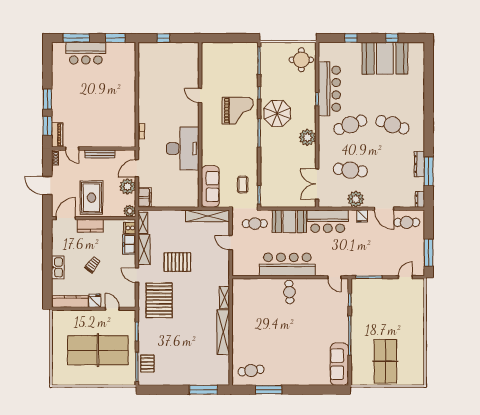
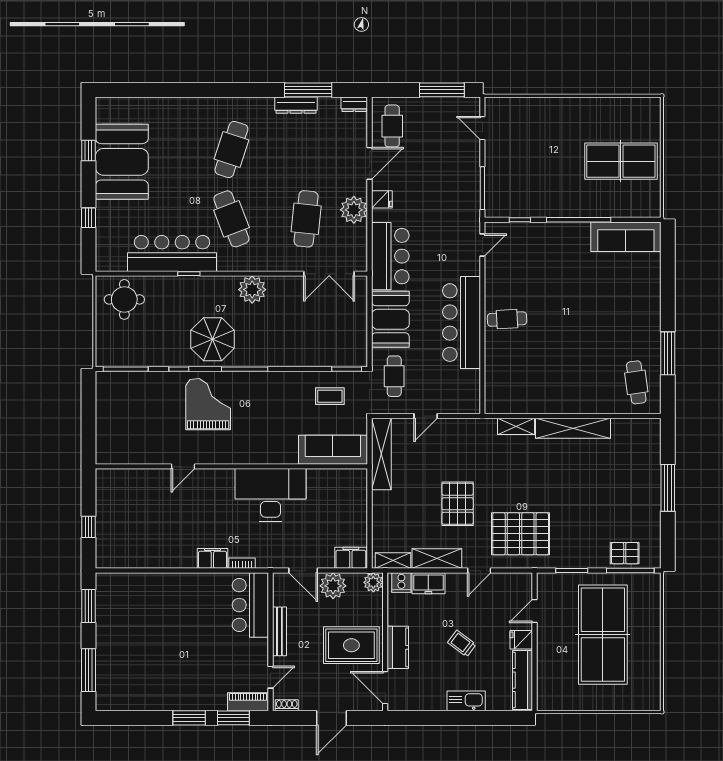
bar counter: (86, 53) -> (250, 605), moved, turned 180
filing cabinet: (144, 113) -> (212, 558), added
window: (203, 390) -> (668, 488), moved

